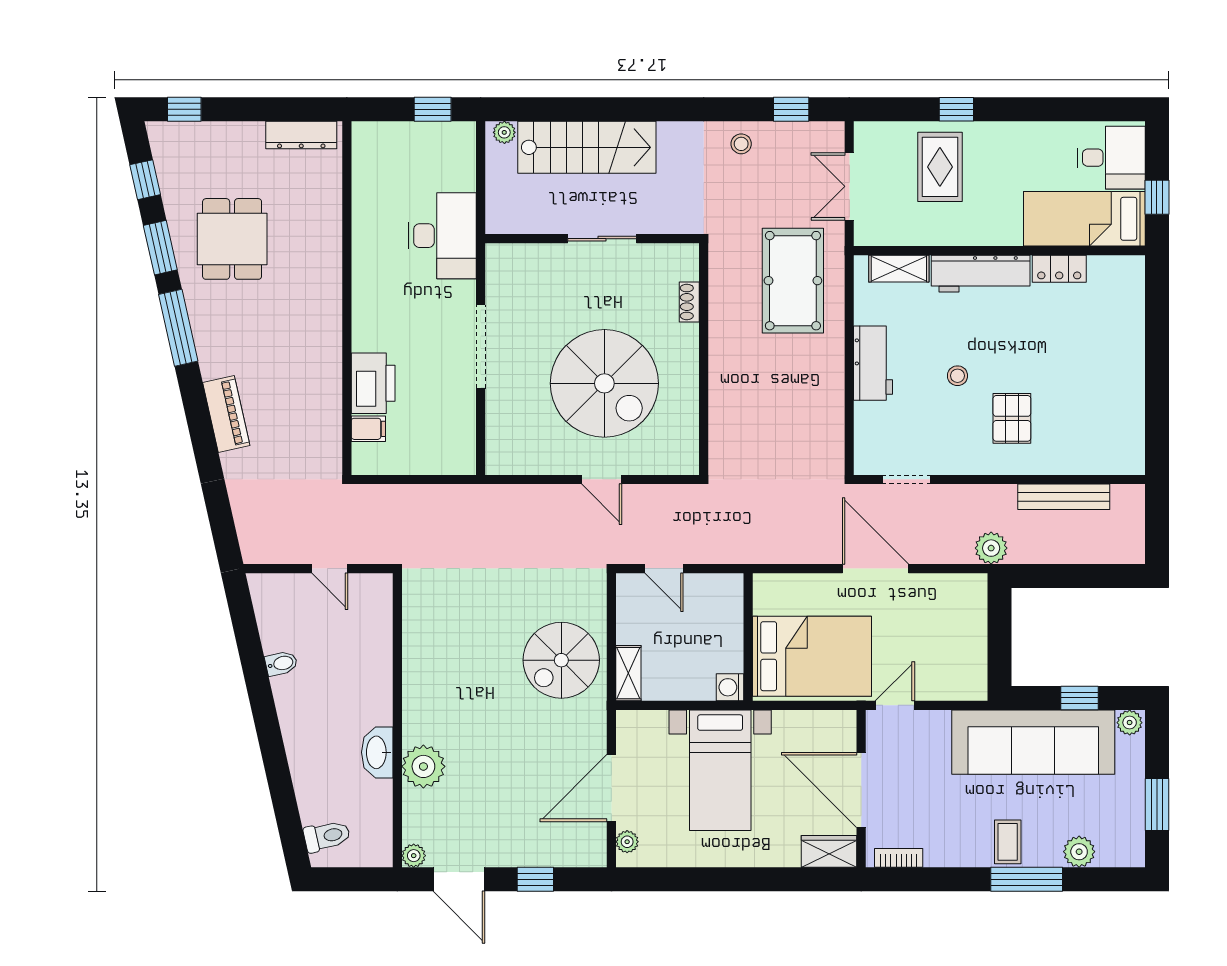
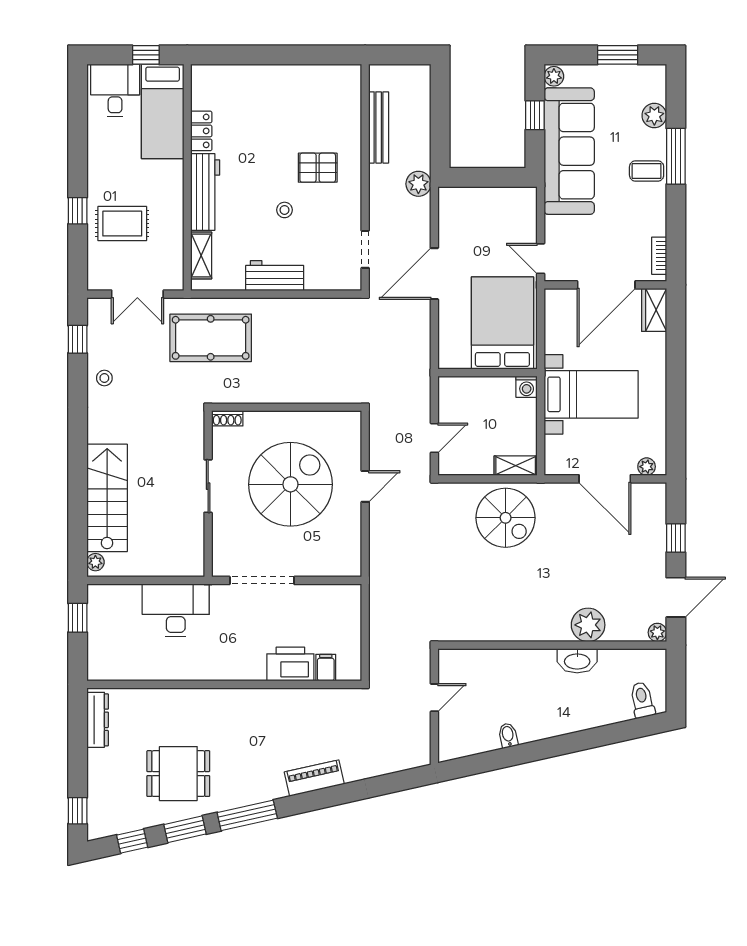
wall: (592, 239) -> (208, 494), moved
sliding door: (602, 239) -> (208, 486), moved

